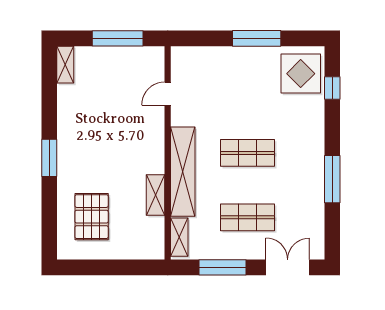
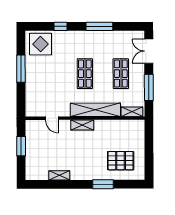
window: (118, 38) -> (21, 146), width x0.69
shelving: (65, 65) -> (59, 175), moved
window: (332, 88) -> (60, 26), moved
window: (49, 158) -> (103, 184), moved
shelving: (156, 195) -> (82, 125), moved

